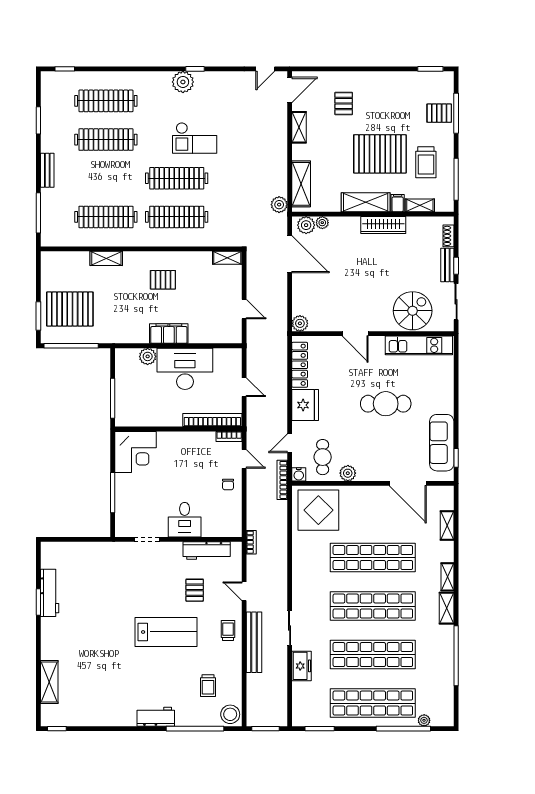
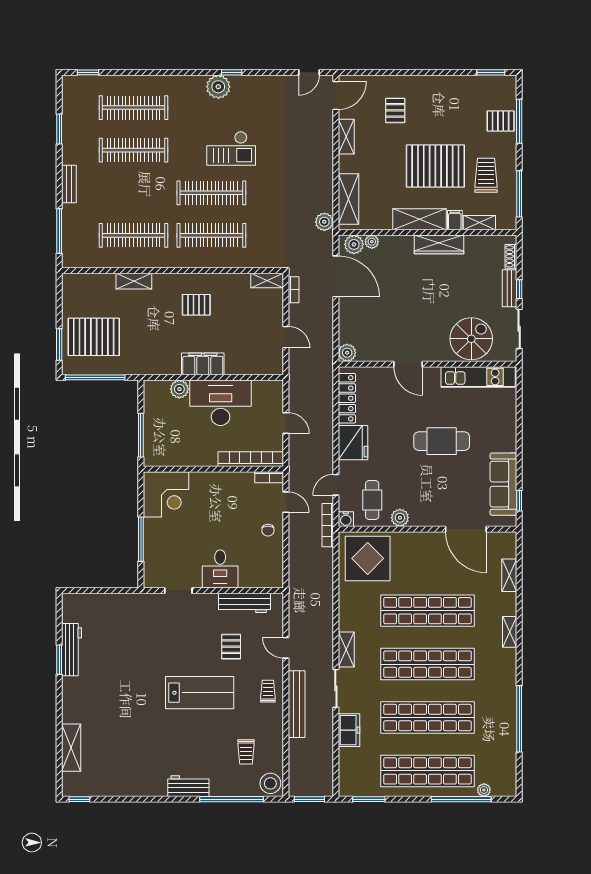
trolley: (426, 162) -> (486, 175), turned 180
bookcase: (251, 542) -> (294, 290), moved
shelving: (447, 608) -> (346, 650), moved

